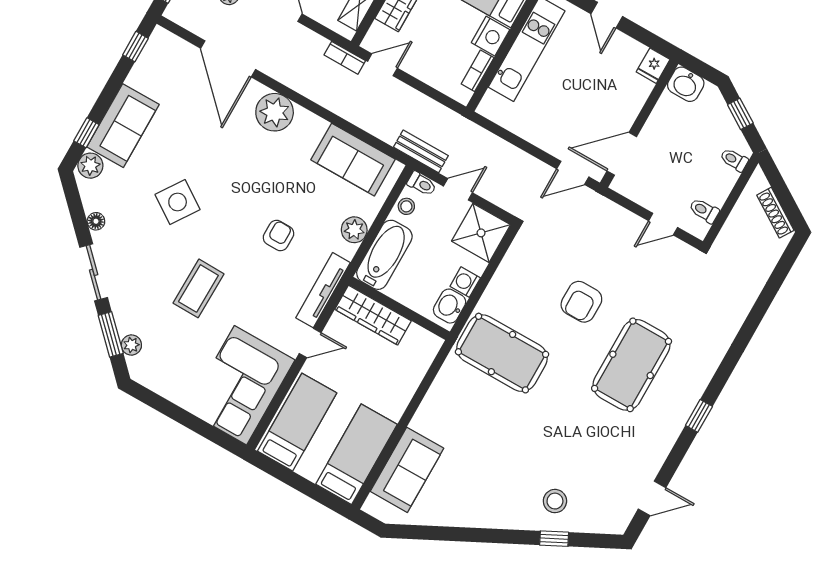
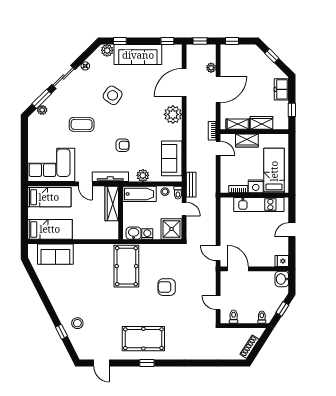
sofa: (123, 126) -> (138, 55), width x1.36
pool table: (632, 365) -> (143, 339), moved

